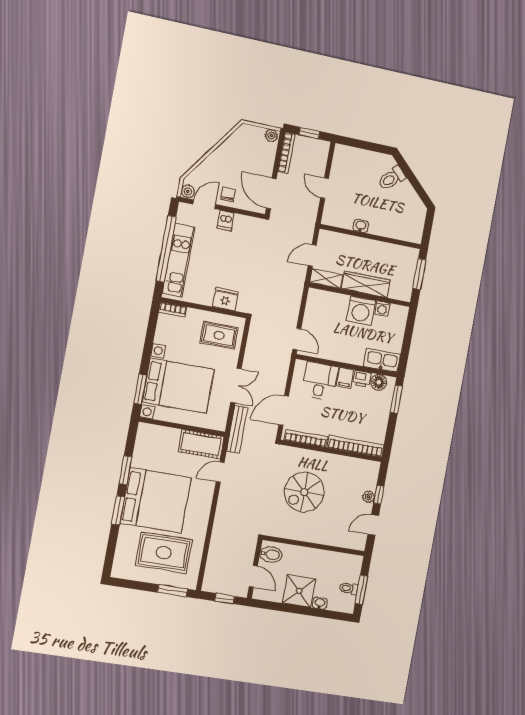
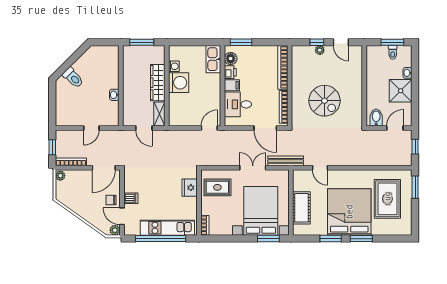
rug: (219, 335) -> (217, 187), turned 90
cot: (201, 444) -> (301, 208), moved

